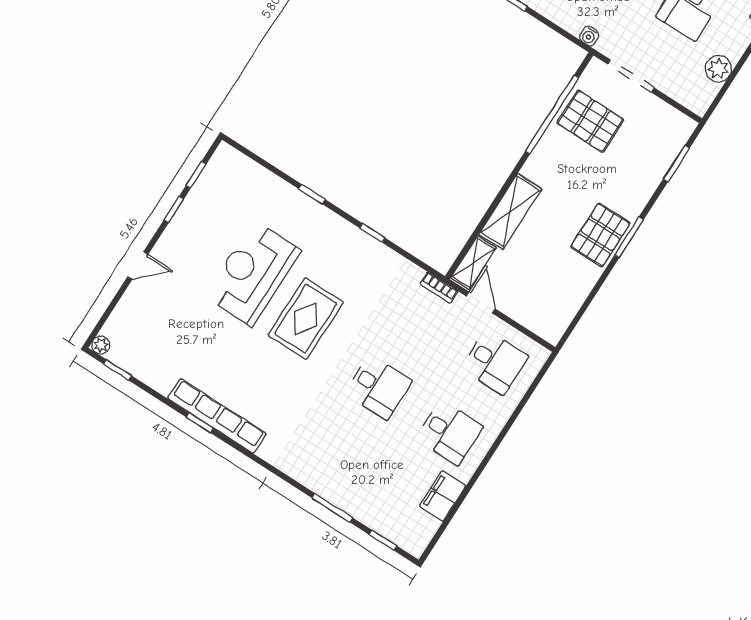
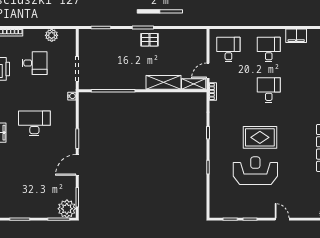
pallet: (590, 121) -> (106, 73), removed
pallet: (600, 235) -> (149, 40), width x0.67, depth x0.71
reception desk: (253, 273) -> (255, 171), turned 180

